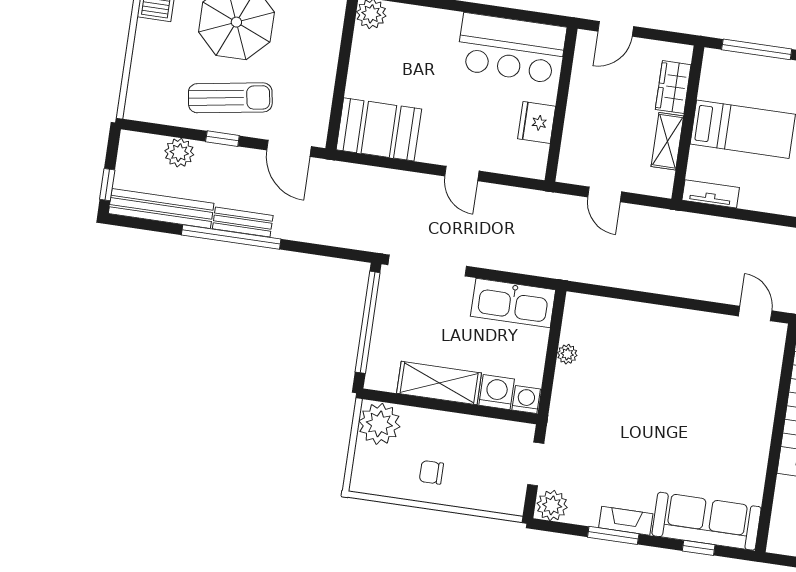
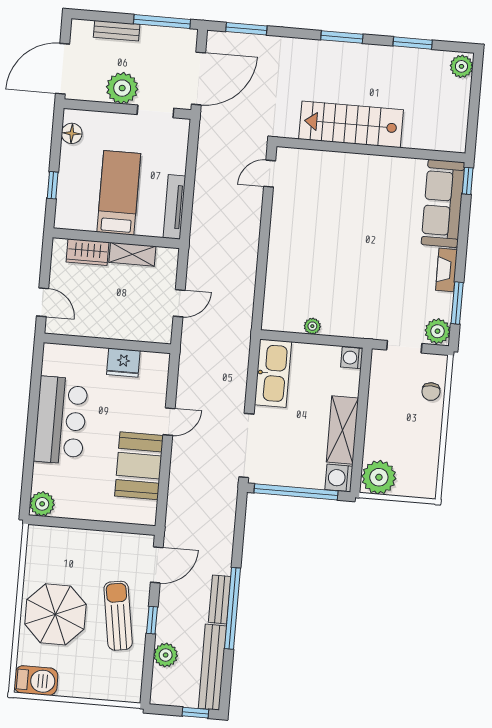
bar counter: (511, 48) -> (61, 420), moved
window: (757, 49) -> (53, 185), width x0.46
booth: (379, 129) -> (139, 466), moved
tv unit: (711, 194) -> (174, 207), width x1.41
washing machine: (497, 392) -> (339, 478), moved
chair: (431, 472) -> (431, 392), moved
window: (613, 535) -> (457, 303), moved
window: (699, 548) -> (468, 181), moved

